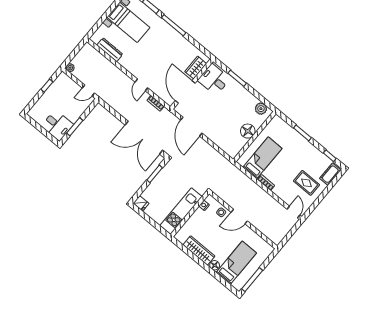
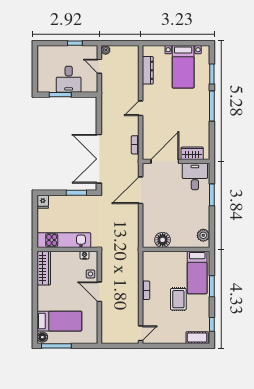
door: (141, 85) -> (141, 108), moved
door: (88, 91) -> (99, 66), moved
desk: (57, 125) -> (69, 79), moved
floor lamp: (248, 131) -> (163, 240), moved
bed: (262, 158) -> (197, 273), moved, turned 90
rug: (306, 183) -> (178, 299), moved
wardrobe: (199, 250) -> (44, 268), moved
floor lamp: (215, 265) -> (42, 337), moved

